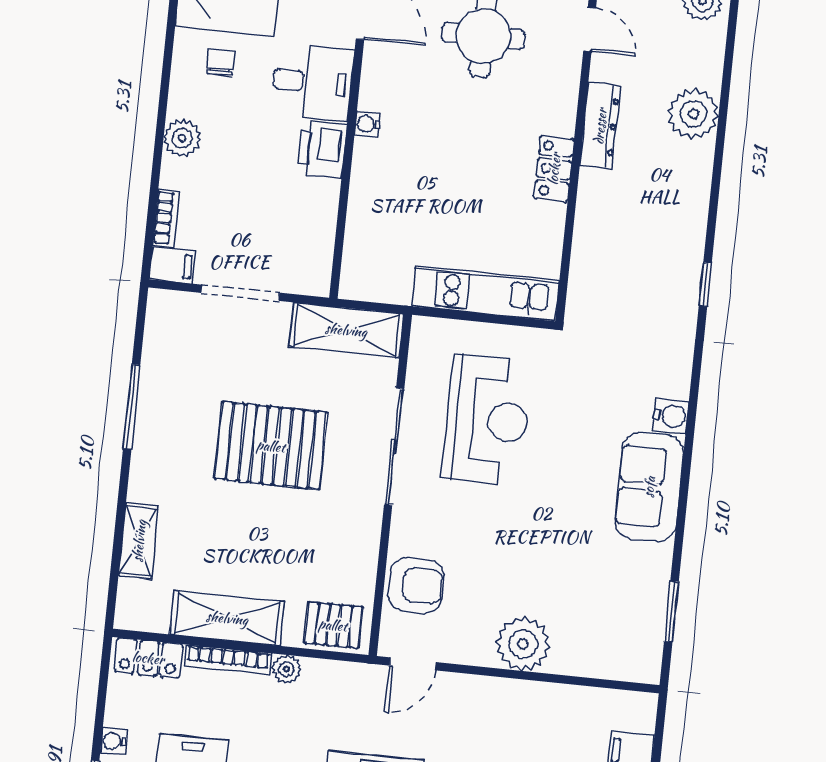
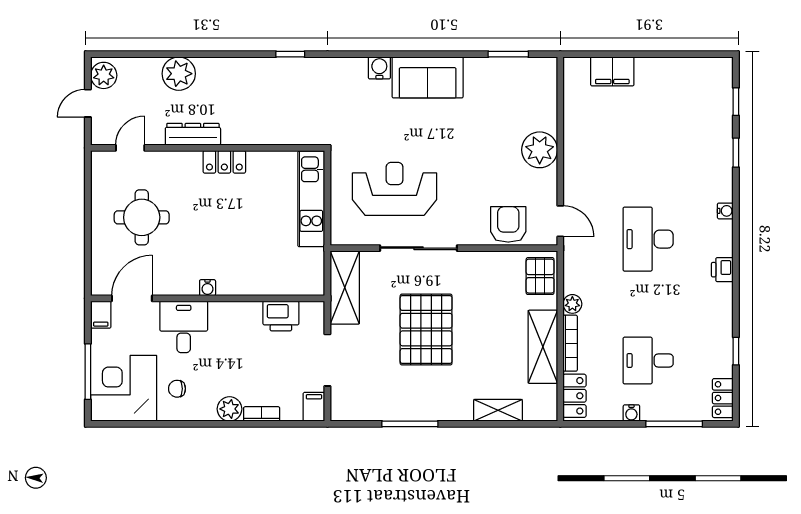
printer: (322, 149) -> (281, 316), moved
bookcase: (166, 218) -> (262, 414), moved

